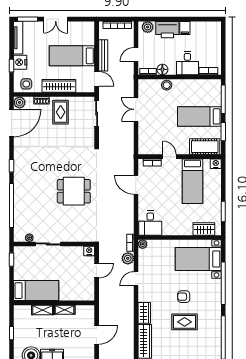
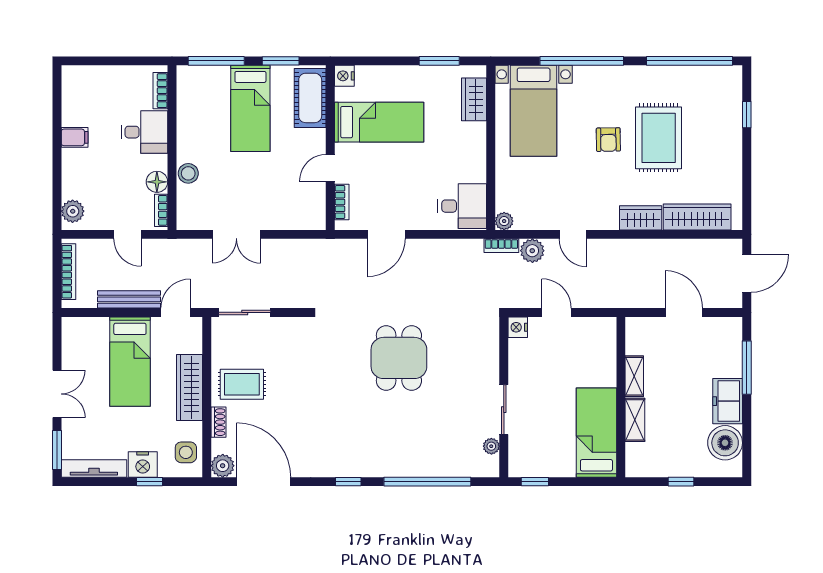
printer: (167, 30) -> (78, 172), removed
rug: (185, 322) -> (659, 138), width x1.36, depth x1.43

